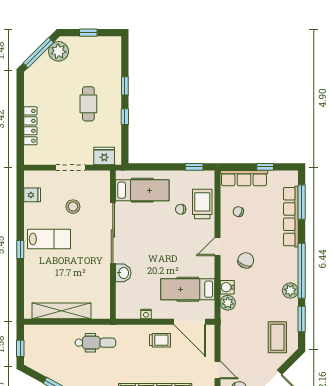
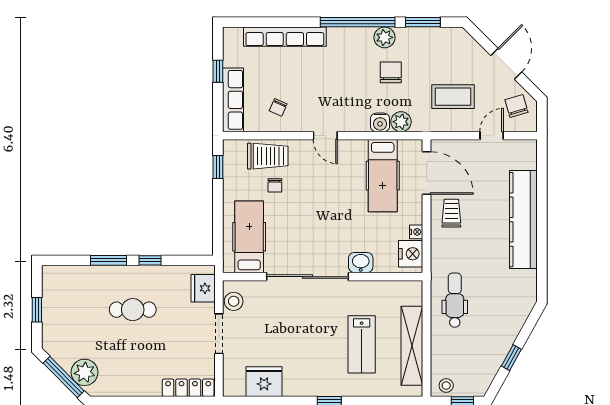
plant: (59, 51) -> (85, 372), moved
window: (125, 86) -> (108, 260), width x1.50
locker: (30, 126) -> (188, 388), moved
fridge: (32, 195) -> (264, 382), width x1.88, depth x1.34
window: (302, 202) -> (265, 22), removed
trolley: (202, 204) -> (268, 156), turned 180
stool: (73, 207) -> (234, 301), moved
lab bench: (49, 239) -> (362, 344), moved, turned 180
chair: (246, 260) -> (391, 72), moved, turned 68
nightstand: (130, 310) -> (411, 254), added
door: (190, 322) -> (427, 173), hinge flipped
stool: (32, 336) -> (446, 386), added
coffee table: (277, 337) -> (453, 97), moved

